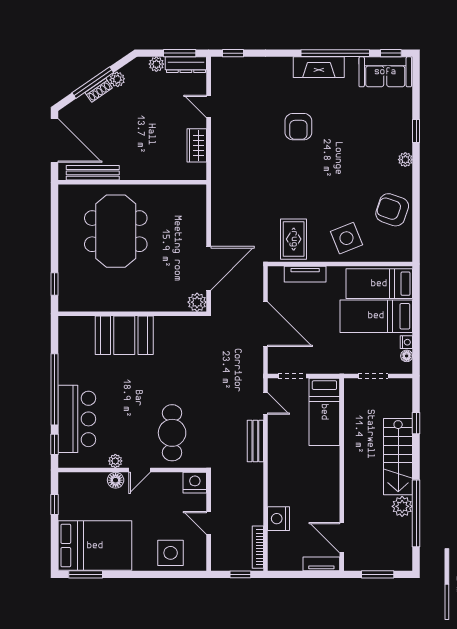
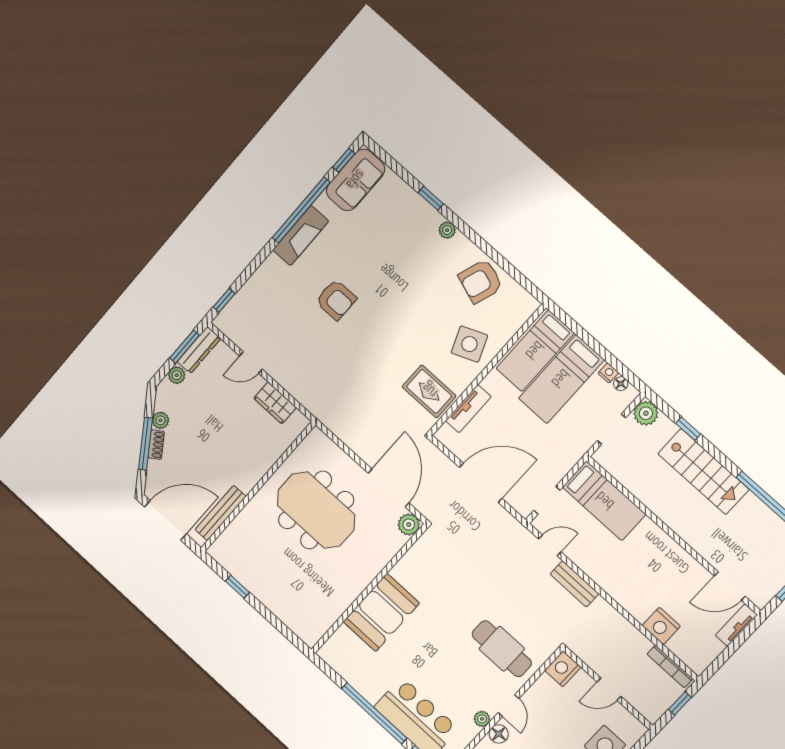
meeting table: (116, 231) -> (316, 510), moved
window: (55, 284) -> (237, 587), moved
plant: (402, 506) -> (646, 413), moved

